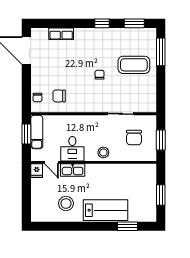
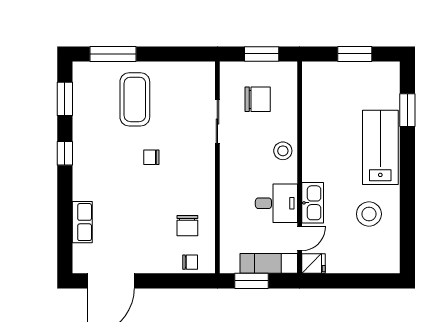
exam couch: (37, 132) -> (269, 263), moved

